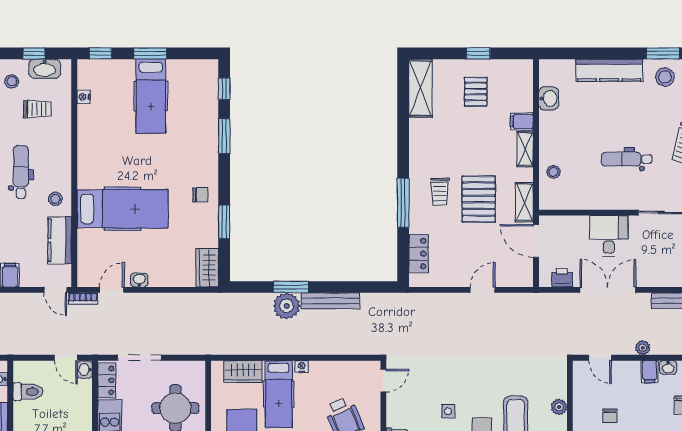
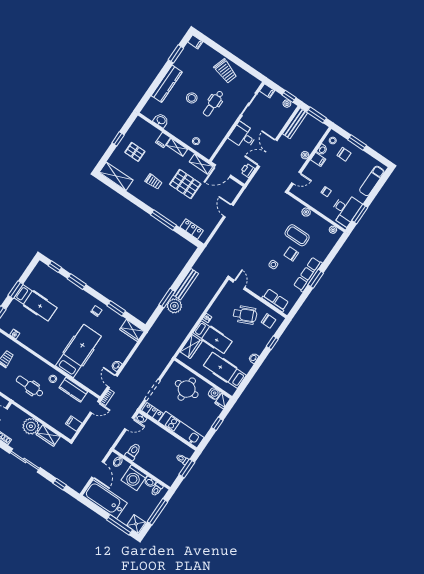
stool: (665, 77) -> (192, 98), moved
trolley: (440, 192) -> (154, 182), moved

